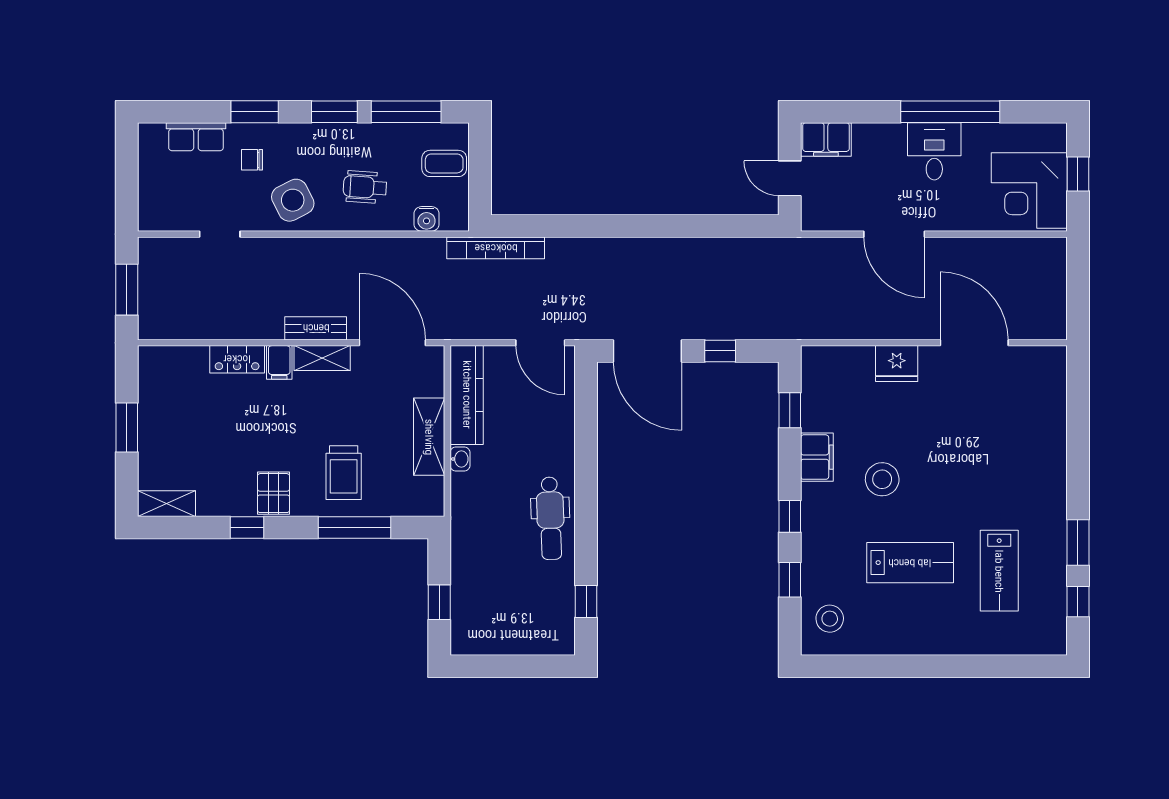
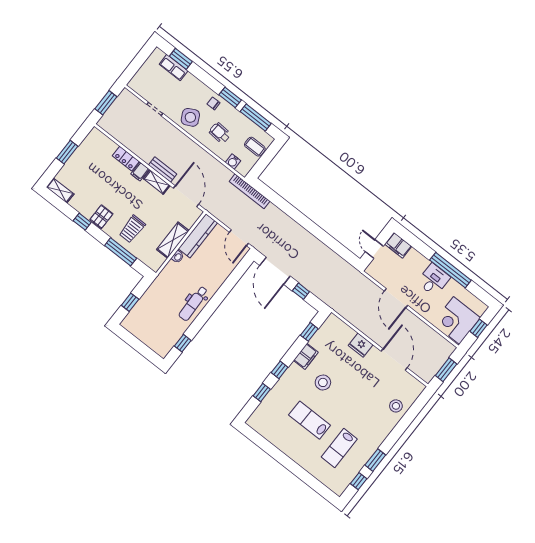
window: (255, 112) -> (181, 59), moved
chair: (252, 160) -> (214, 103), moved
window: (1078, 290) -> (446, 370), added
lab bench: (910, 563) -> (310, 420), turned 180
stool: (830, 619) -> (396, 406), moved

